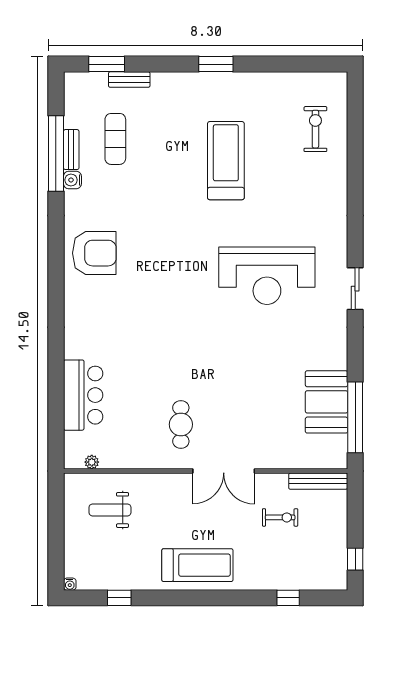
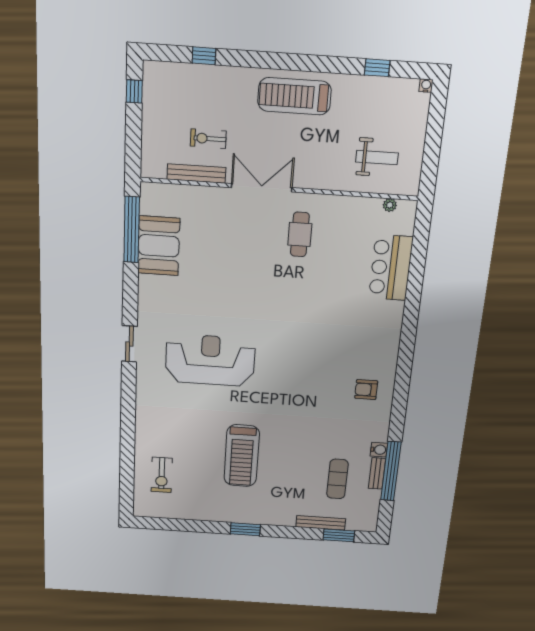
bench: (129, 80) -> (321, 523), width x1.36
armchair: (94, 253) -> (366, 390), width x0.53, depth x0.53
bench: (318, 481) -> (196, 173), moved

